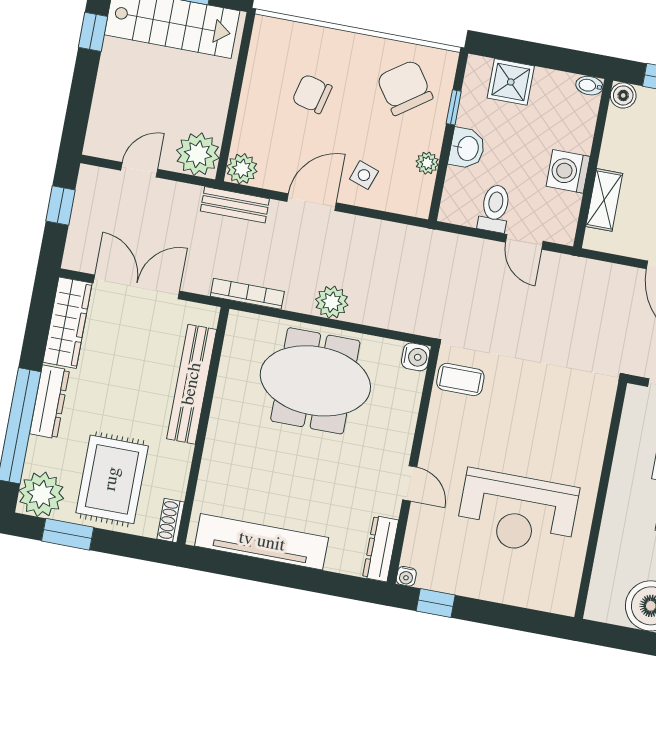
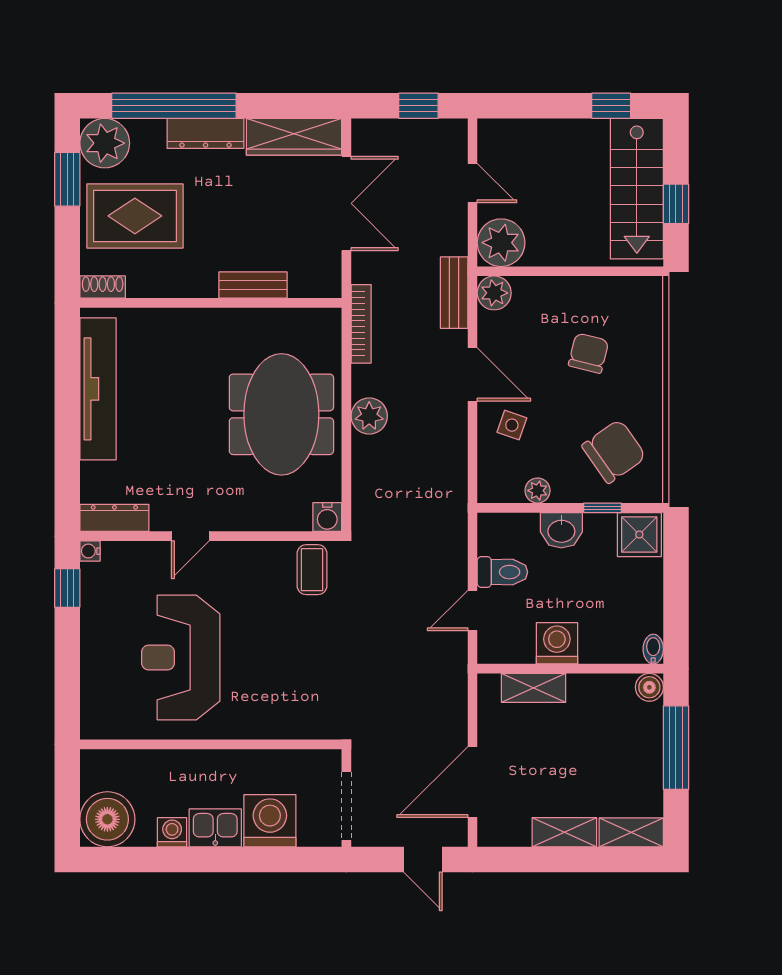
shower: (511, 82) -> (639, 535), moved
bench: (192, 384) -> (253, 285), width x0.54, depth x0.82

